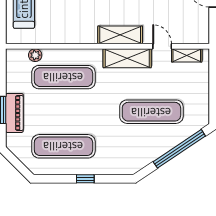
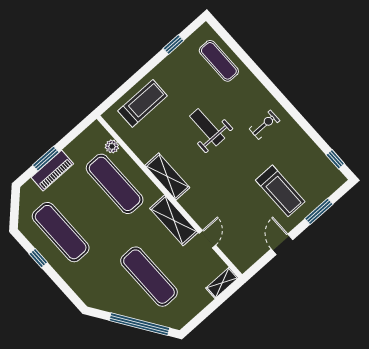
shelving: (120, 35) -> (167, 177), moved
shelving: (187, 55) -> (222, 283), moved, turned 90
window: (85, 179) -> (38, 258), moved

